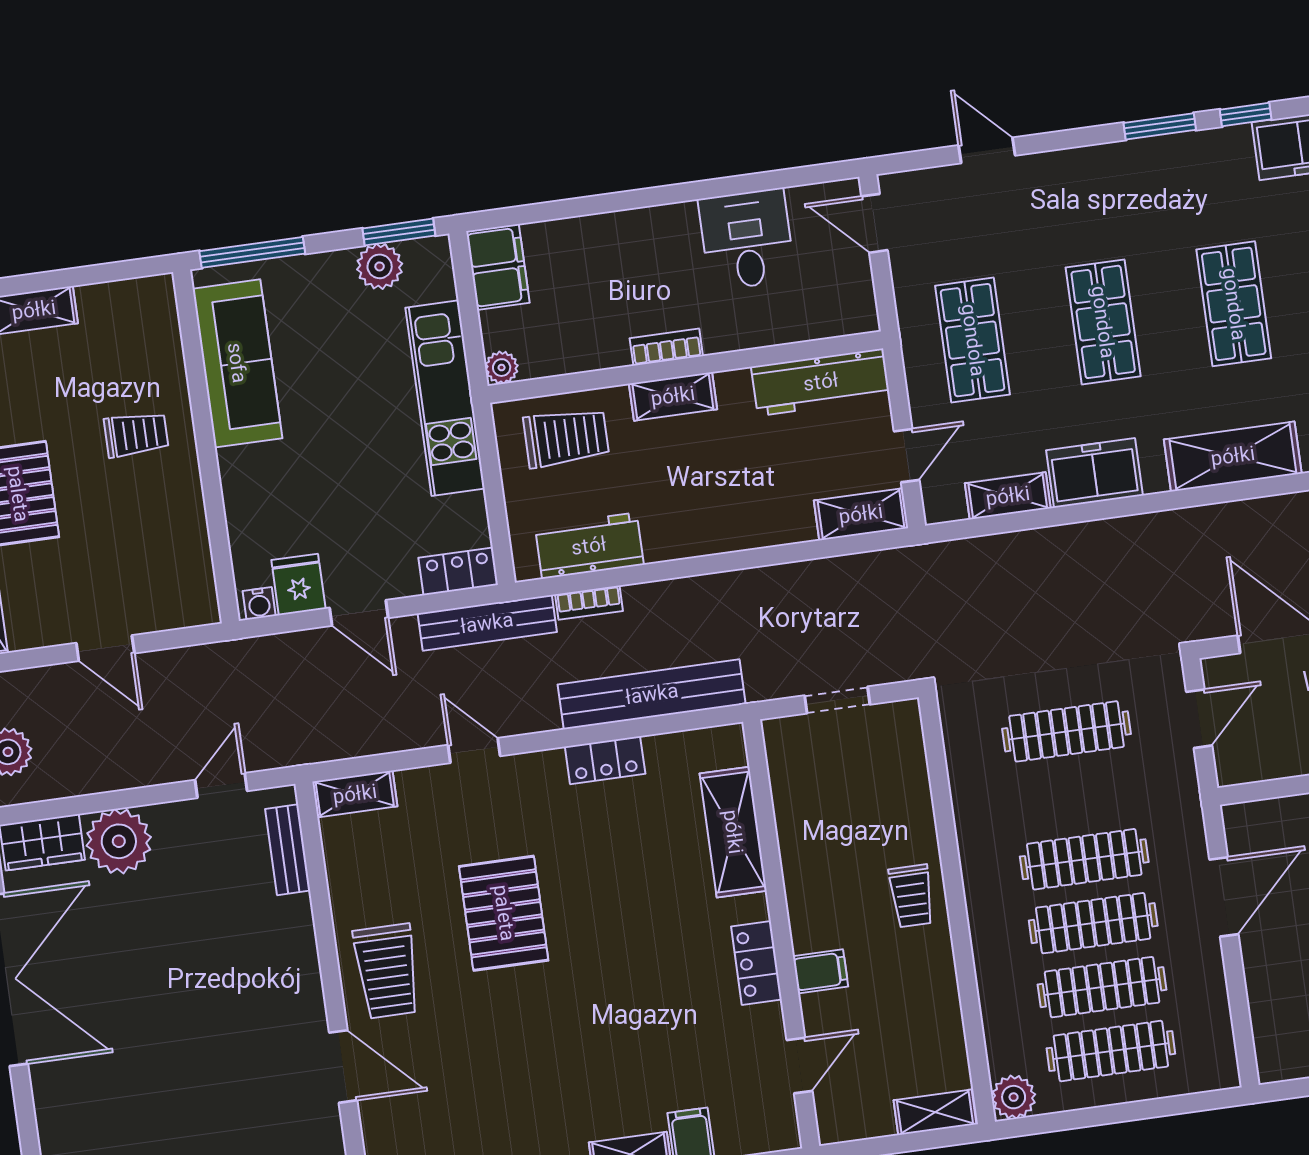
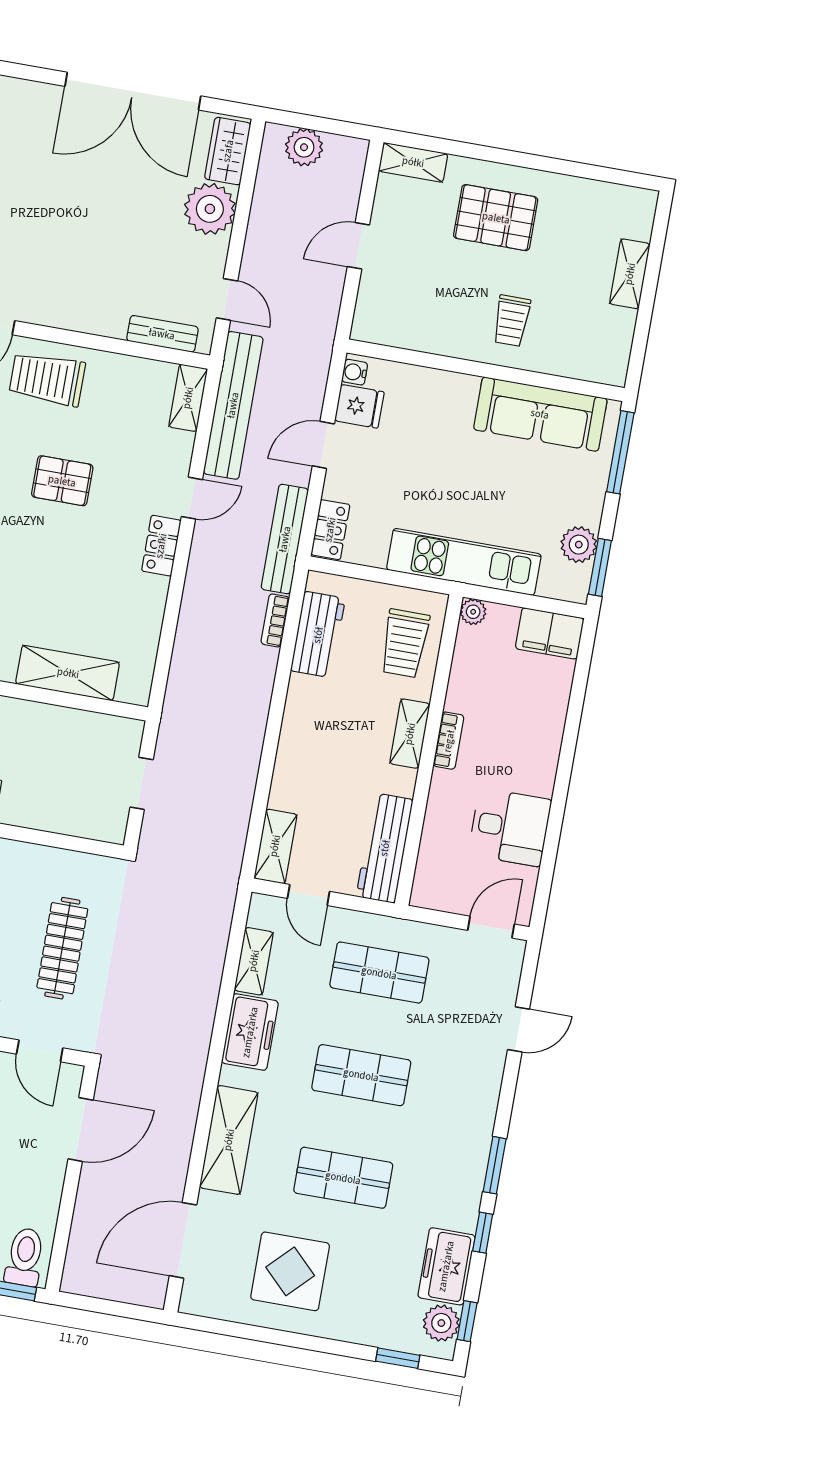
bench: (652, 694) -> (233, 405), moved
locker: (605, 760) -> (161, 546), moved
pallet: (504, 913) -> (62, 481), width x0.67, depth x0.71

